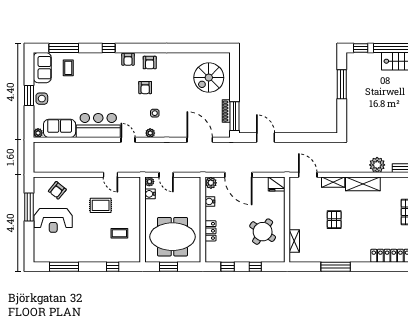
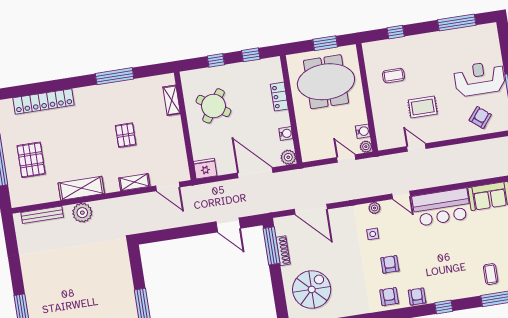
shelving: (363, 184) -> (81, 188), moved

